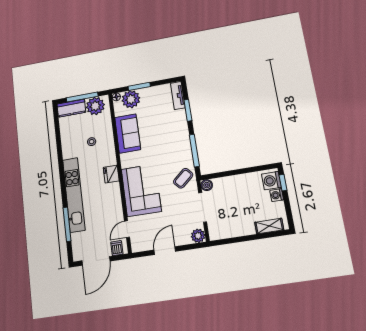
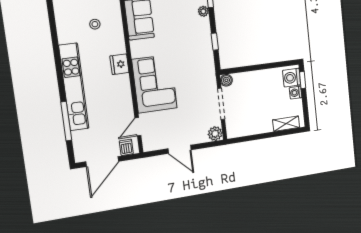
plant: (183, 125) -> (203, 11), added
window: (194, 151) -> (215, 42), width x0.46
coffee table: (183, 178) -> (202, 72), removed
door: (165, 251) -> (180, 149), swing flipped

